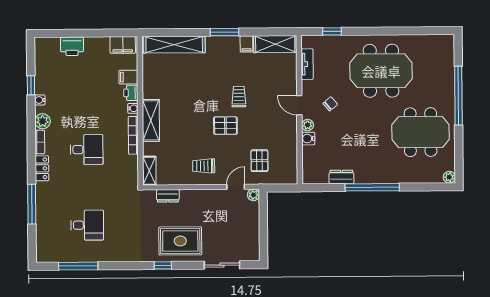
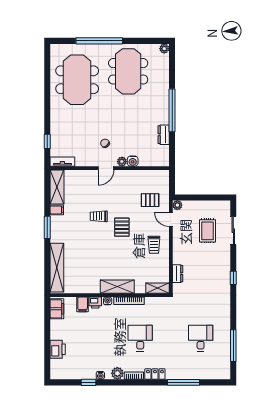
tv unit: (307, 64) -> (62, 162), moved
meeting table: (381, 71) -> (77, 80), moved
rug: (180, 241) -> (208, 231), moved, width x0.73, depth x0.70

